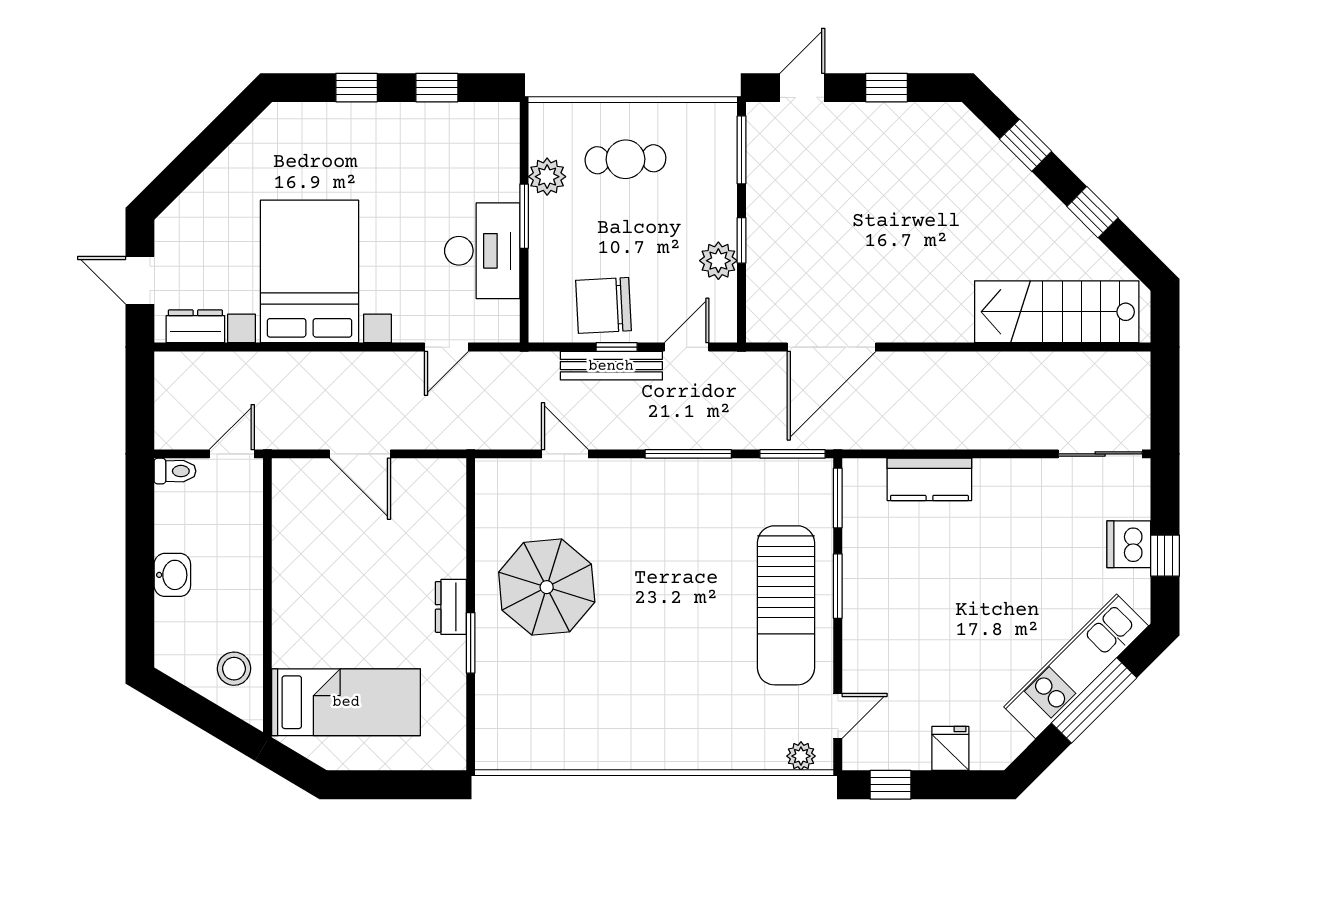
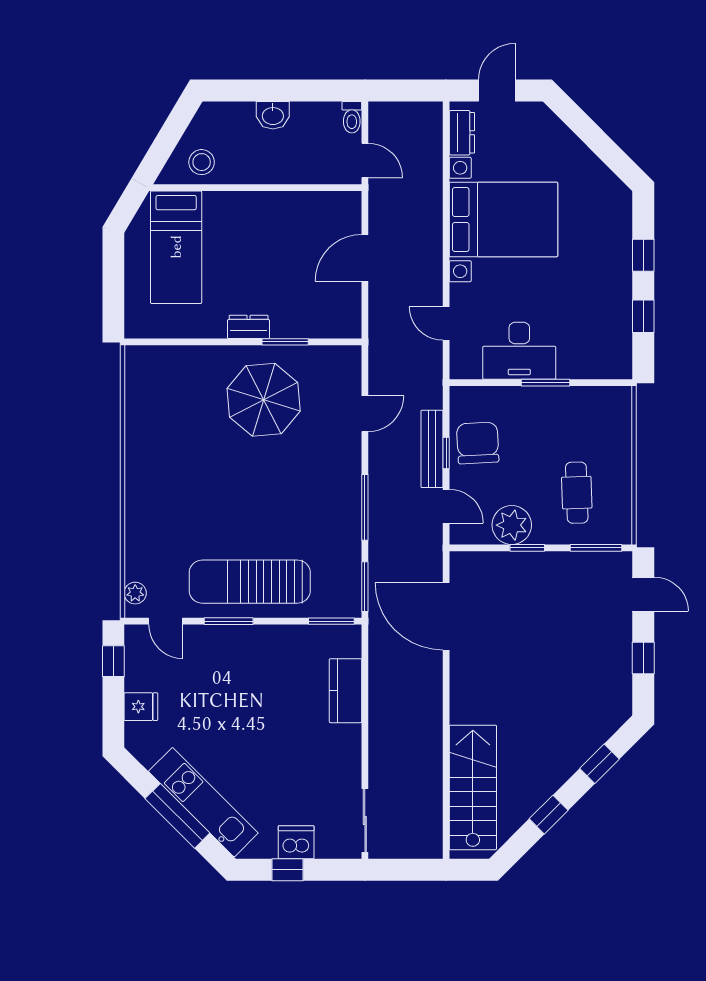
cafe table: (625, 159) -> (577, 493), moved
plant: (547, 177) -> (576, 400), removed
plant: (718, 261) -> (512, 525), width x1.36, depth x1.36
window: (838, 586) -> (229, 621), moved
window: (471, 643) -> (285, 342), moved

